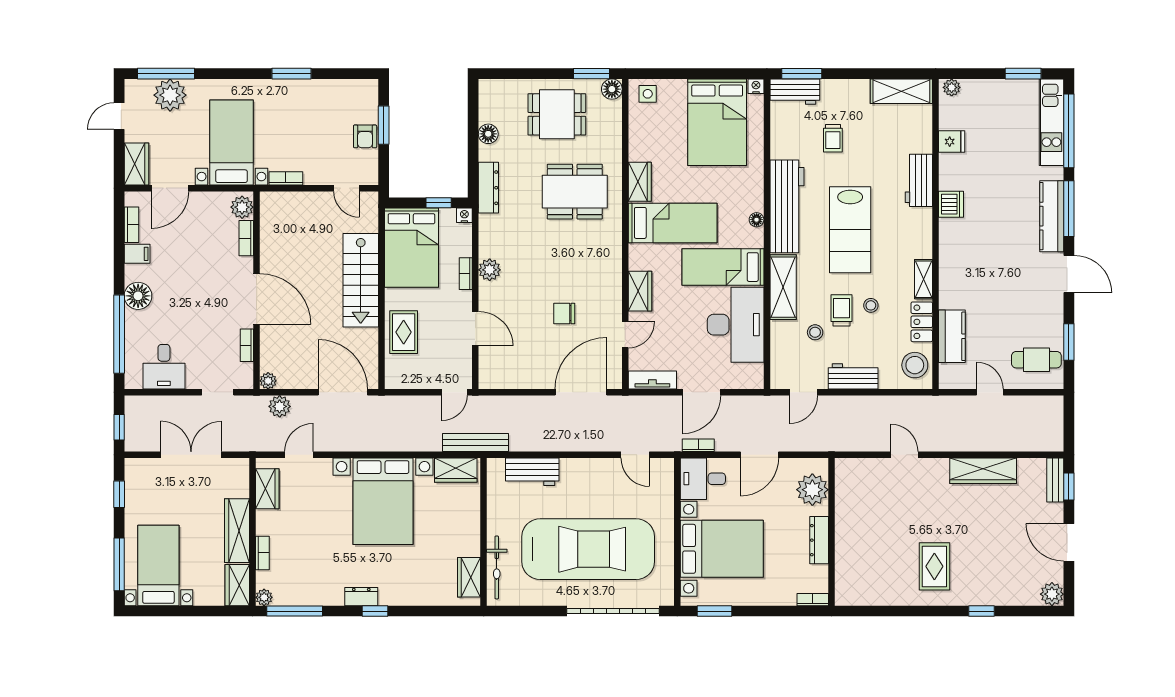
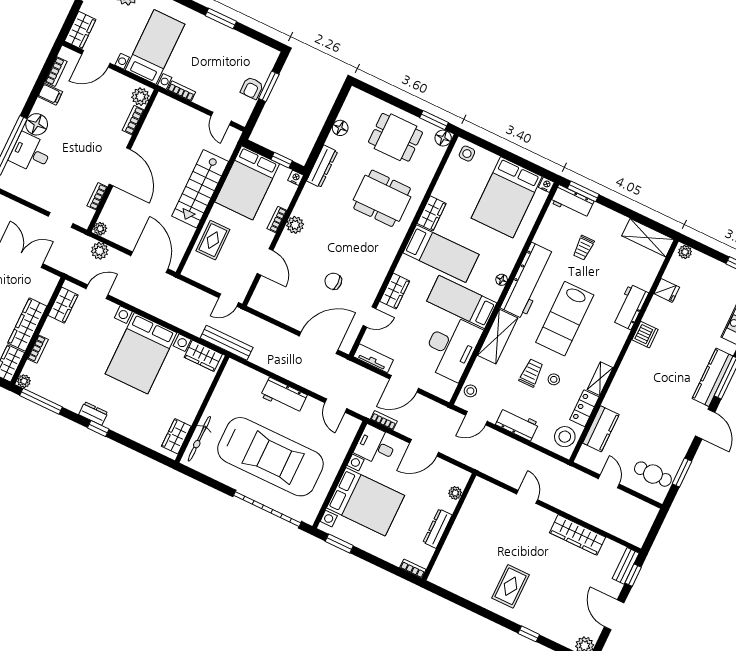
stool: (815, 332) -> (470, 391), moved
desk: (164, 367) -> (31, 153), moved, turned 90
workbench: (532, 472) -> (284, 396), moved
plant: (812, 490) -> (455, 493), width x0.53, depth x0.53

